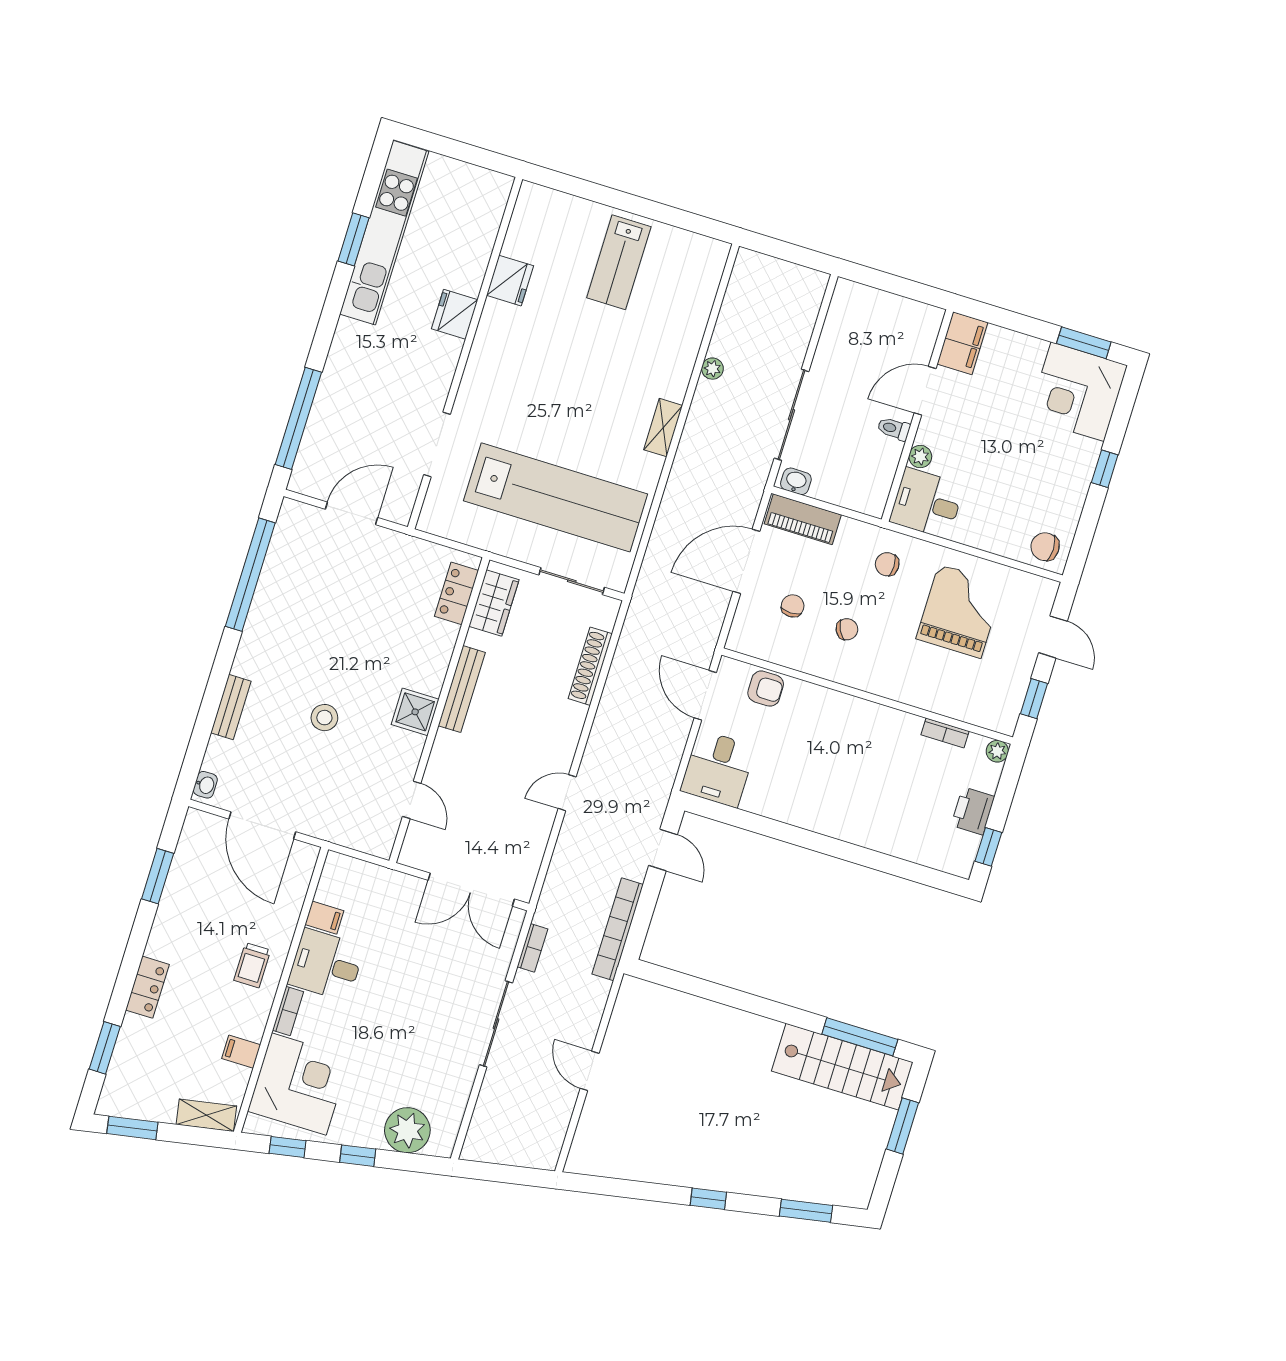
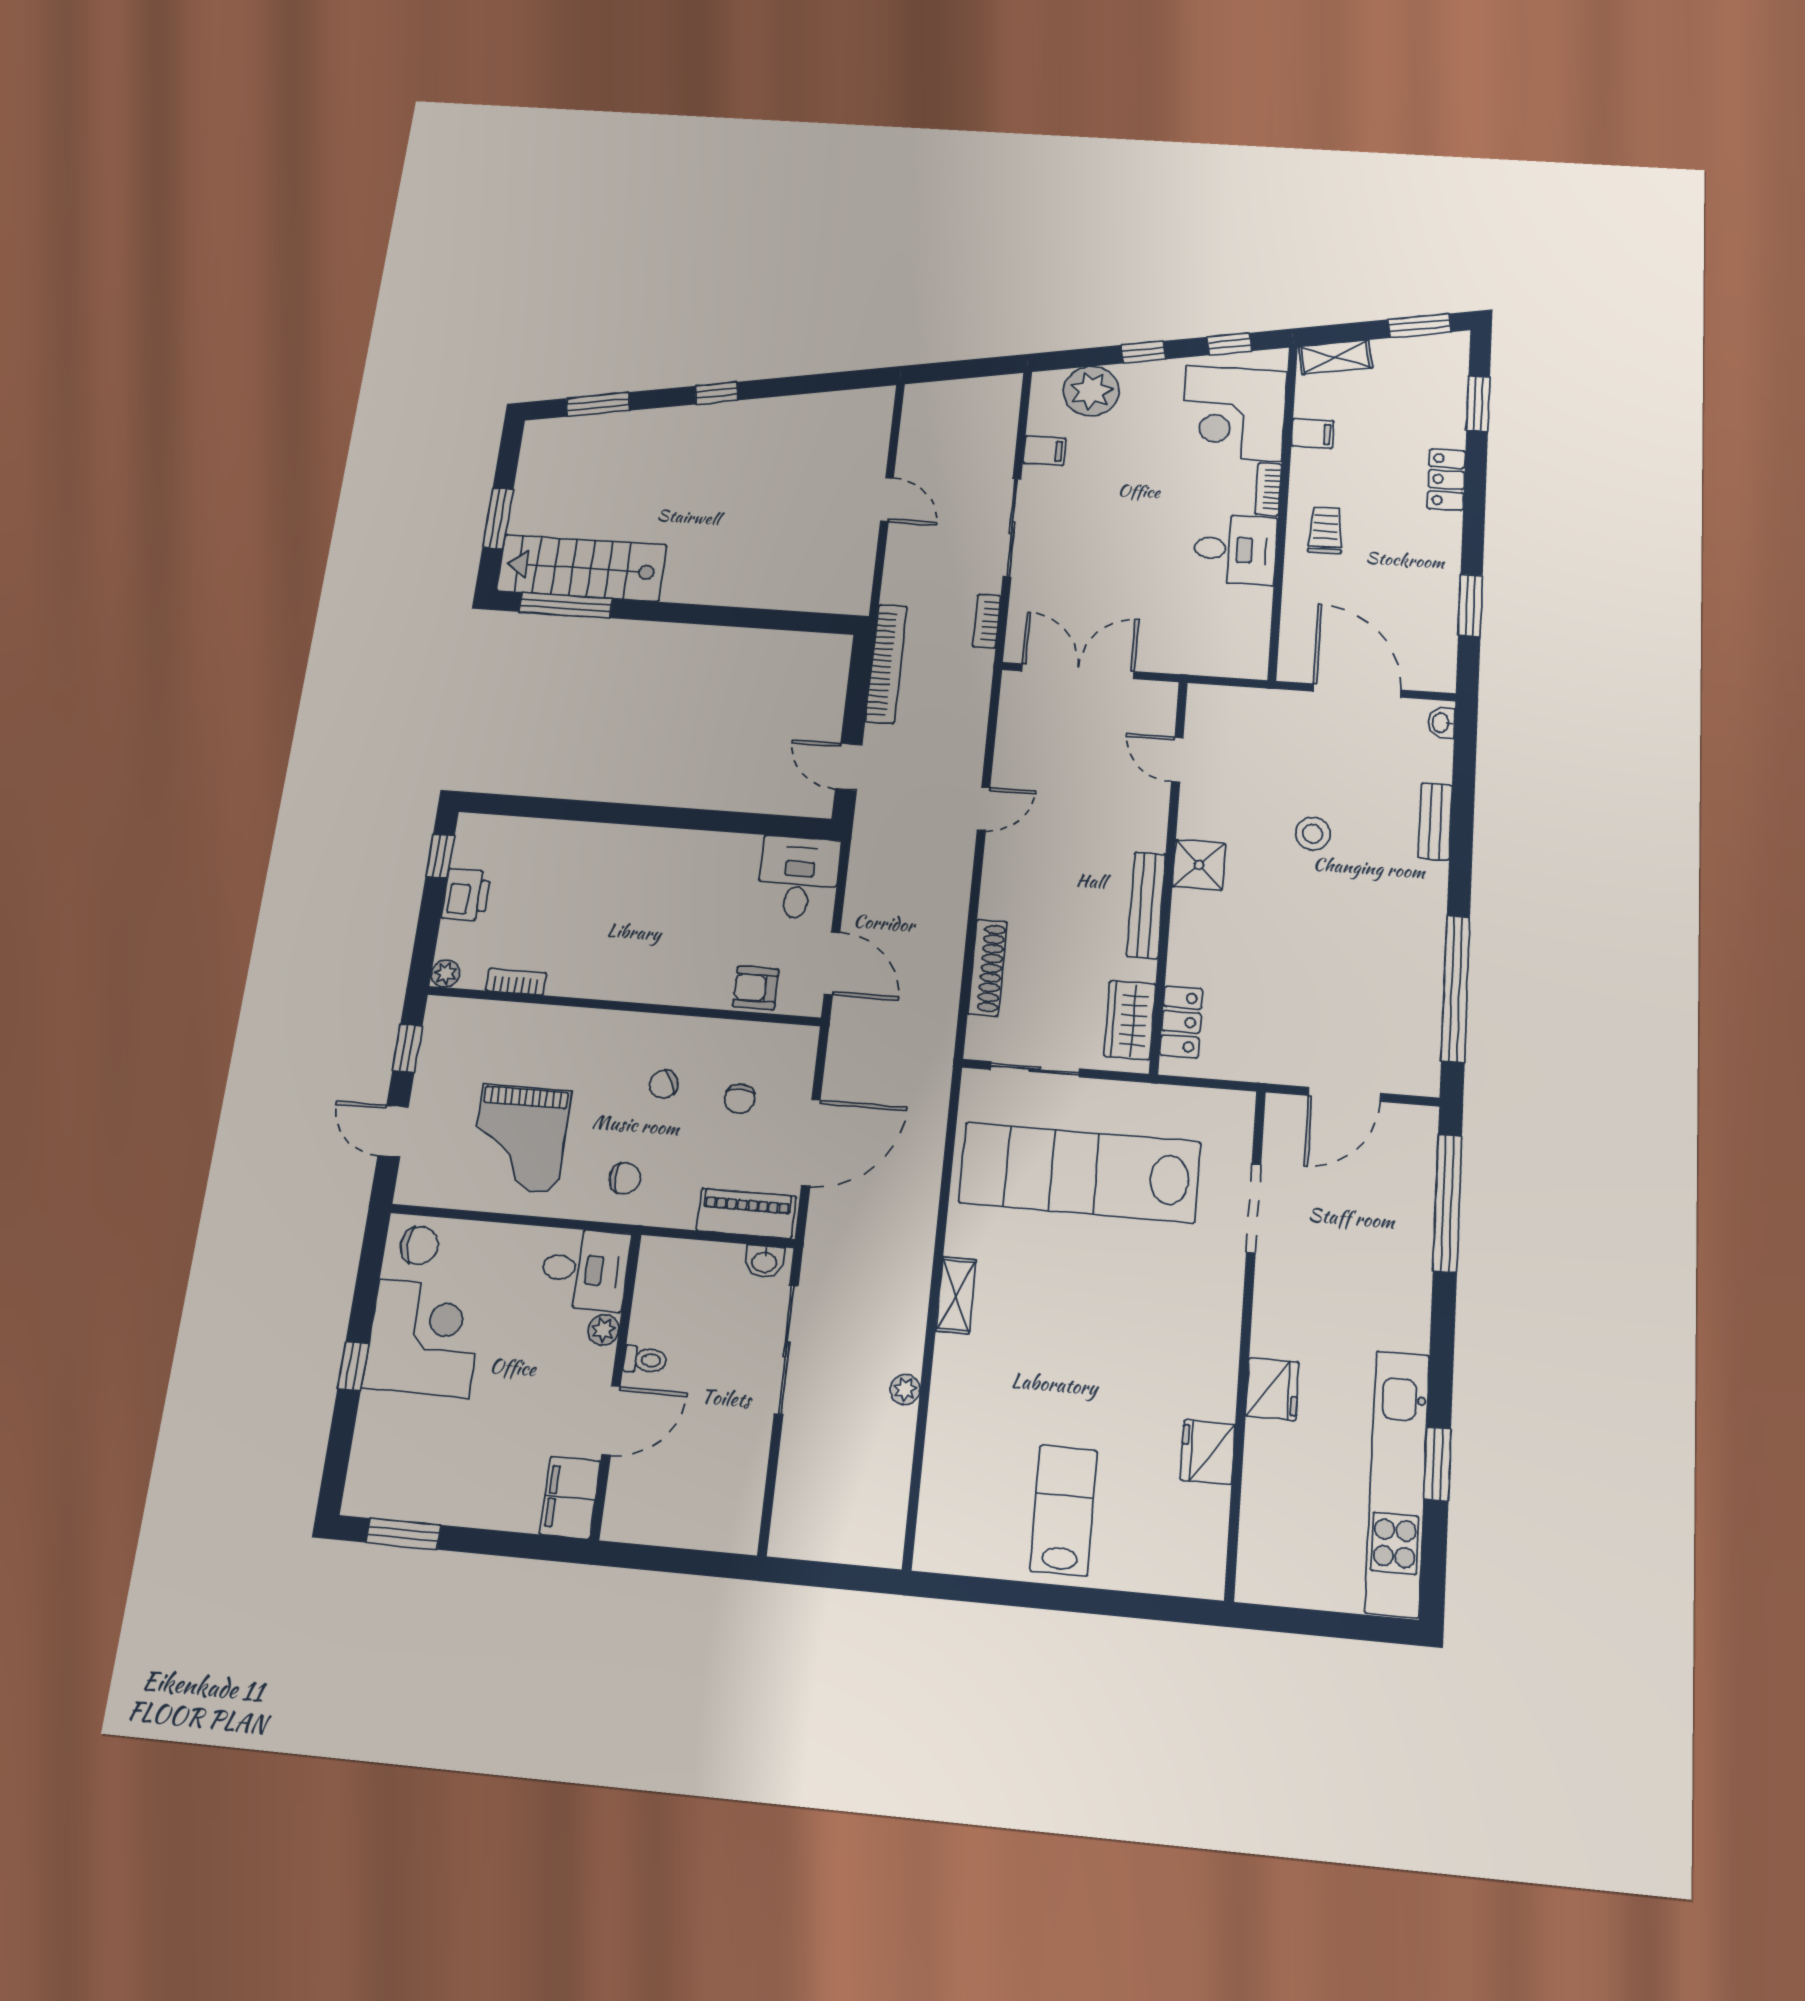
corner desk: (1078, 392) -> (424, 1338), moved
filing cabinet: (324, 918) -> (1044, 451), moved, turned 180

